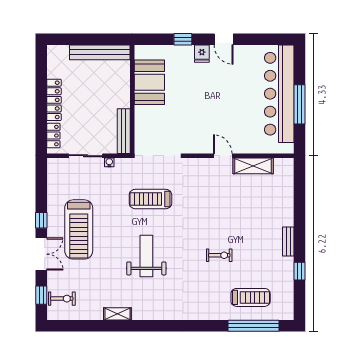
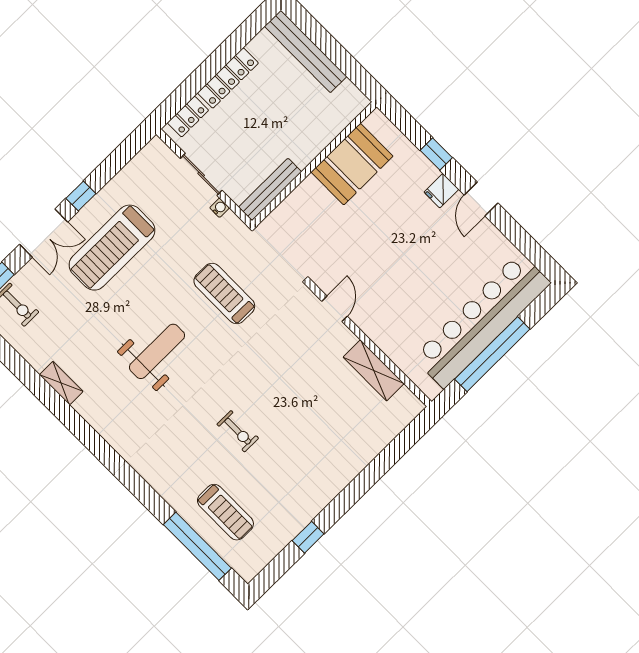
bench: (100, 52) -> (306, 51), moved
window: (299, 104) -> (492, 354), width x1.46
door: (223, 156) -> (335, 309), moved
bench: (288, 241) -> (328, 492), removed

